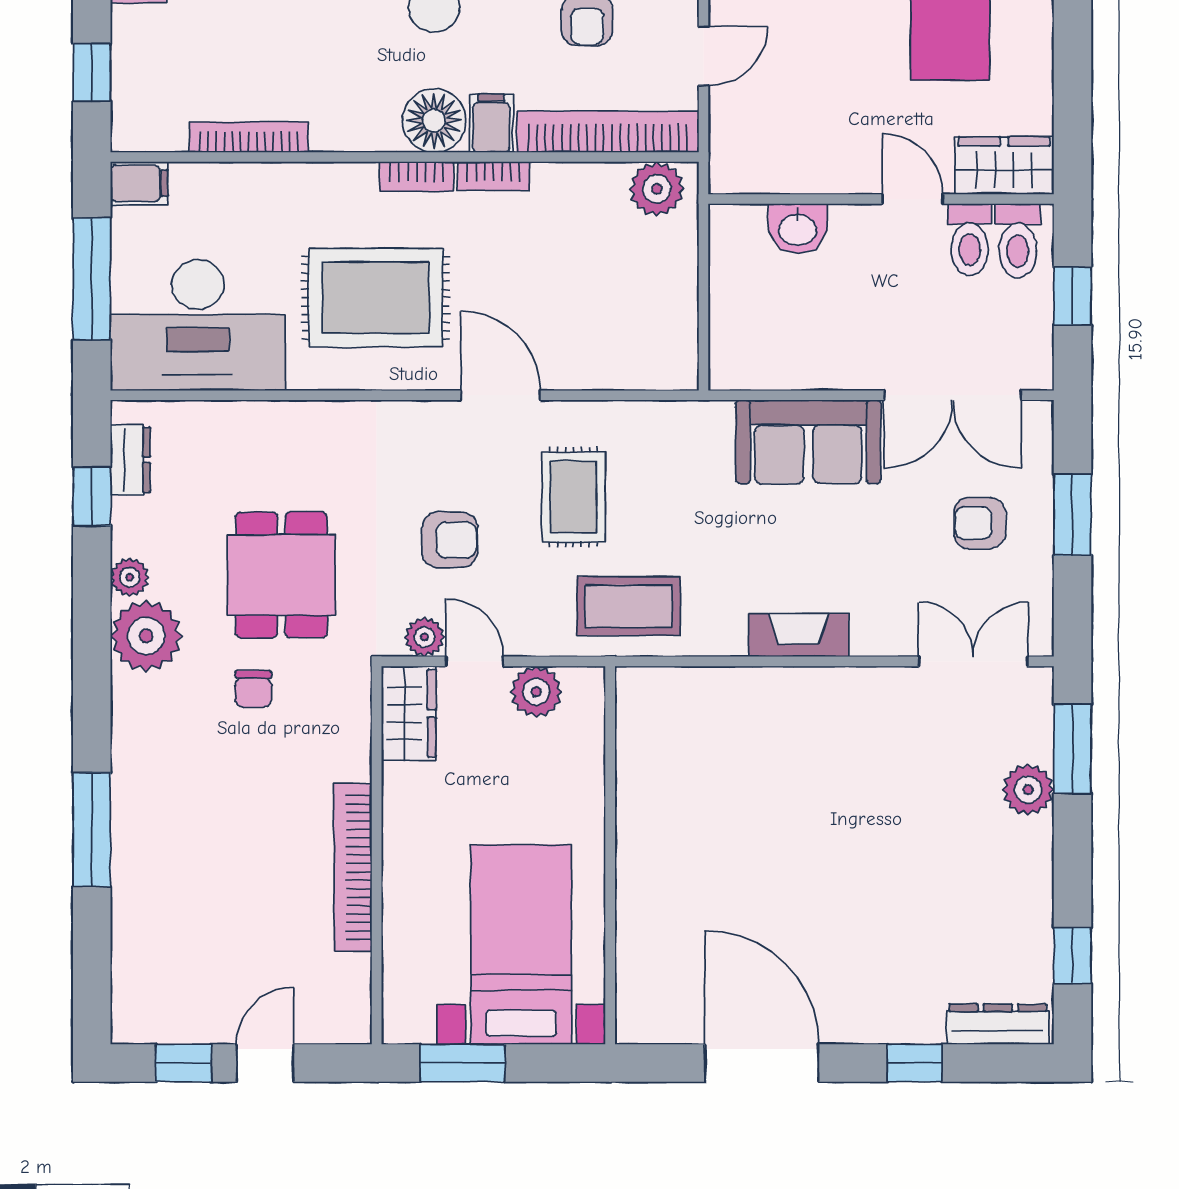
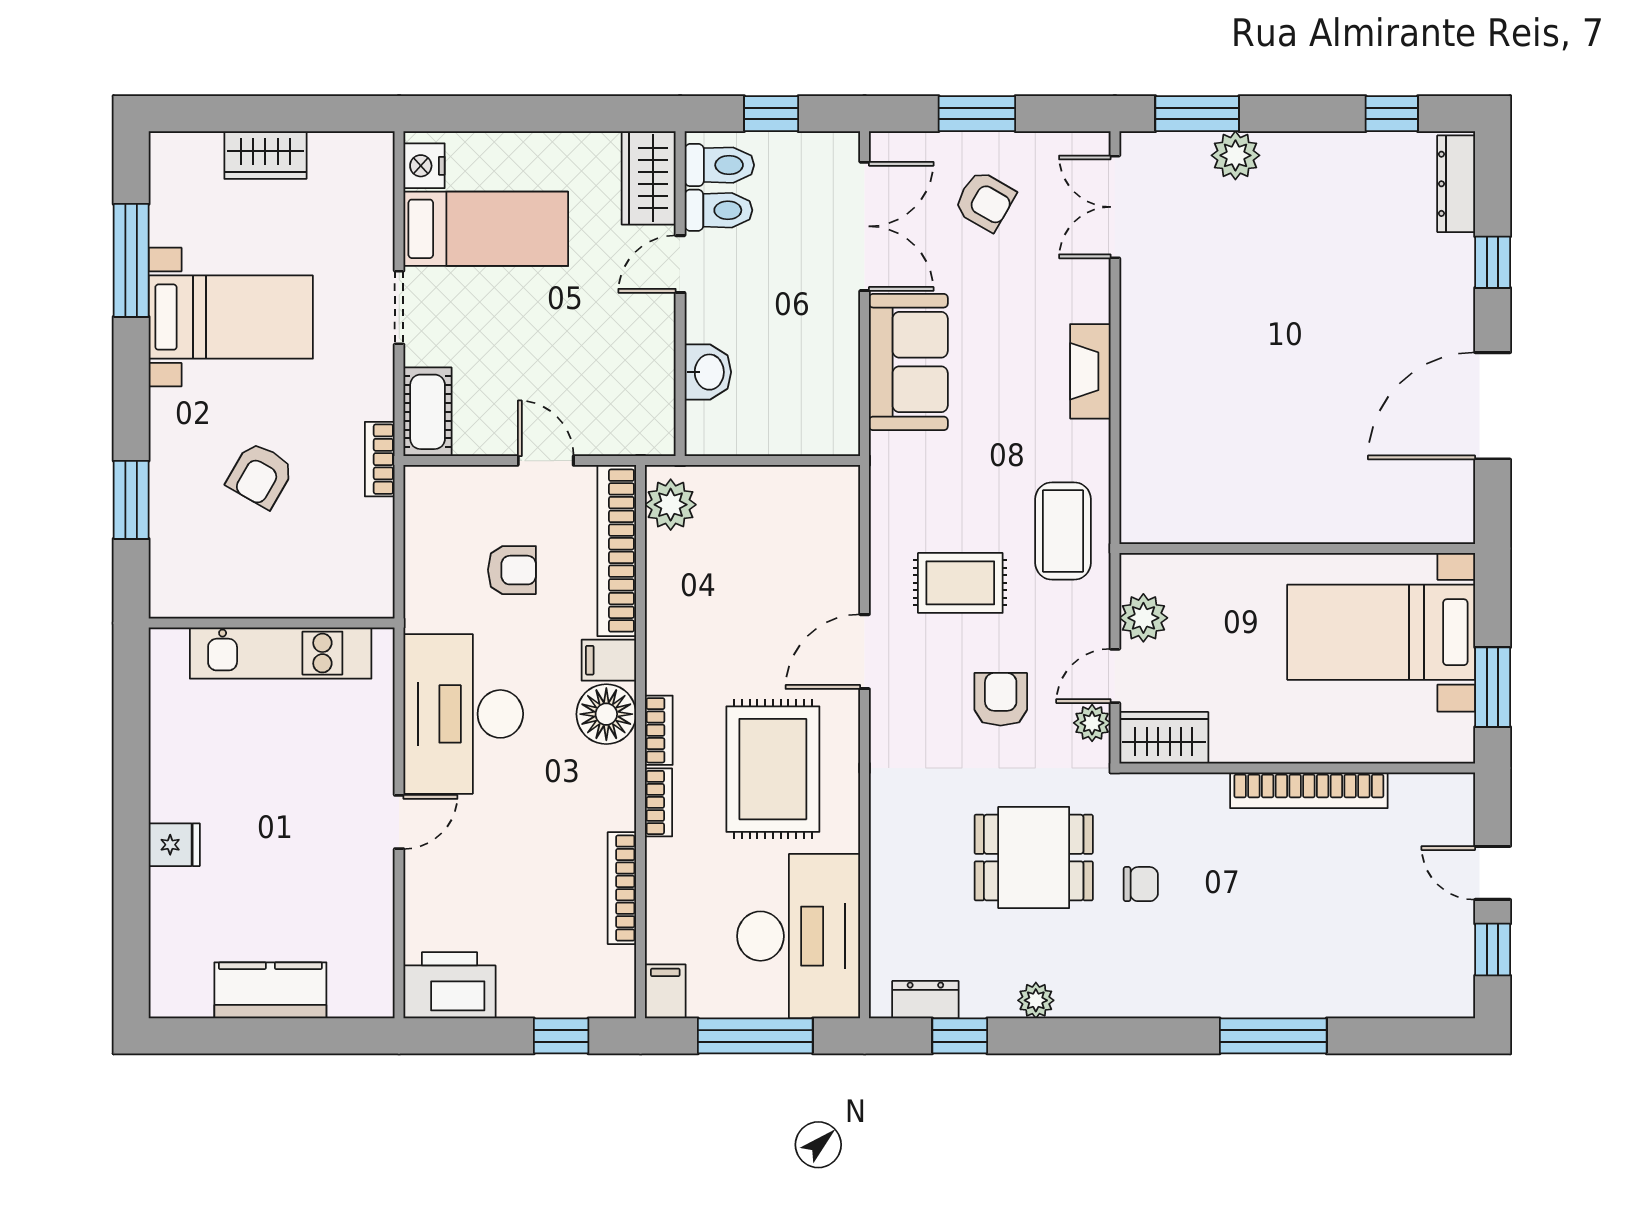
bookcase: (494, 176) -> (659, 802), moved
armchair: (980, 523) -> (985, 201), turned -60
plant: (146, 636) -> (1091, 985), removed

